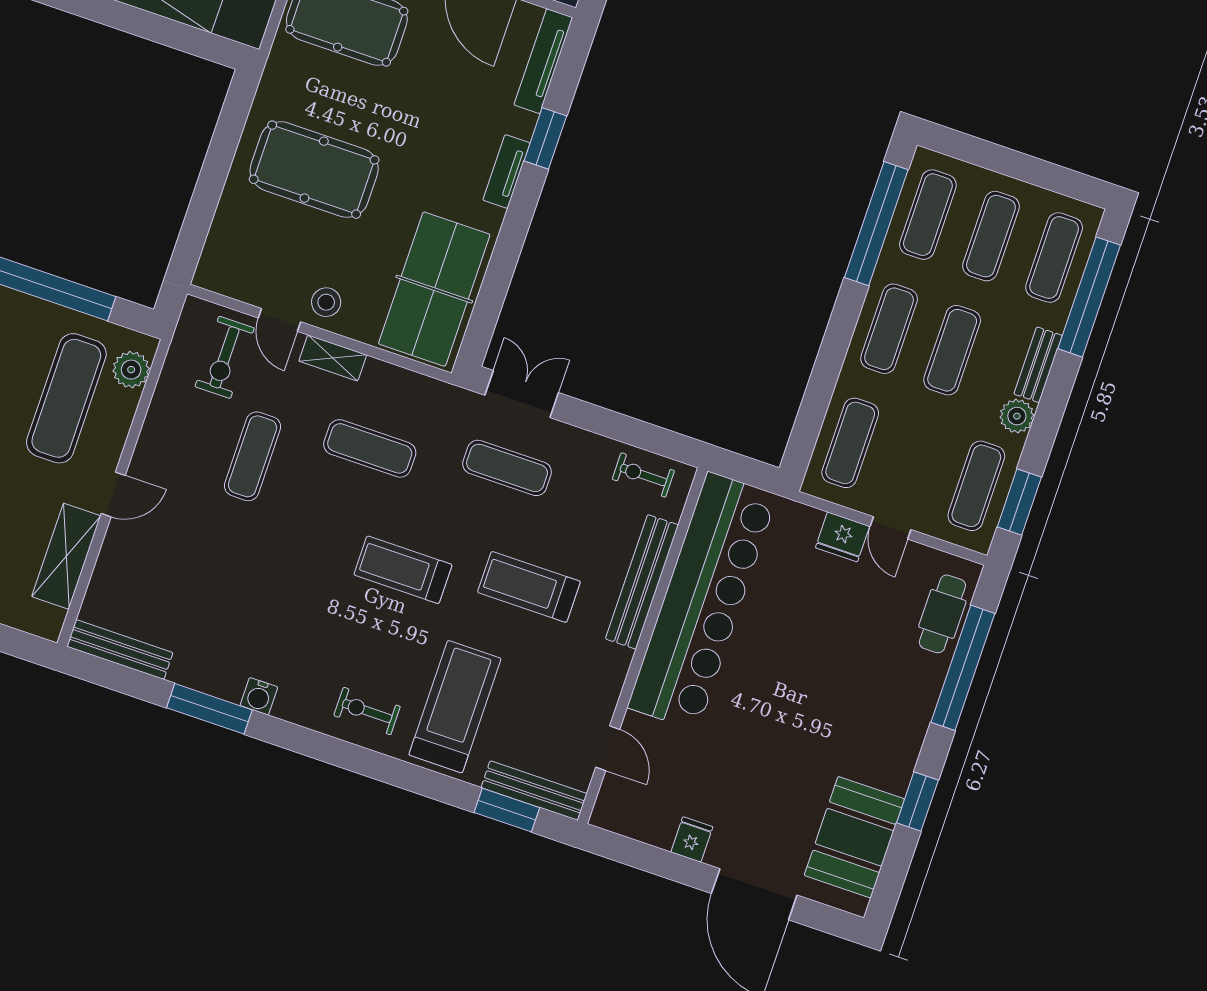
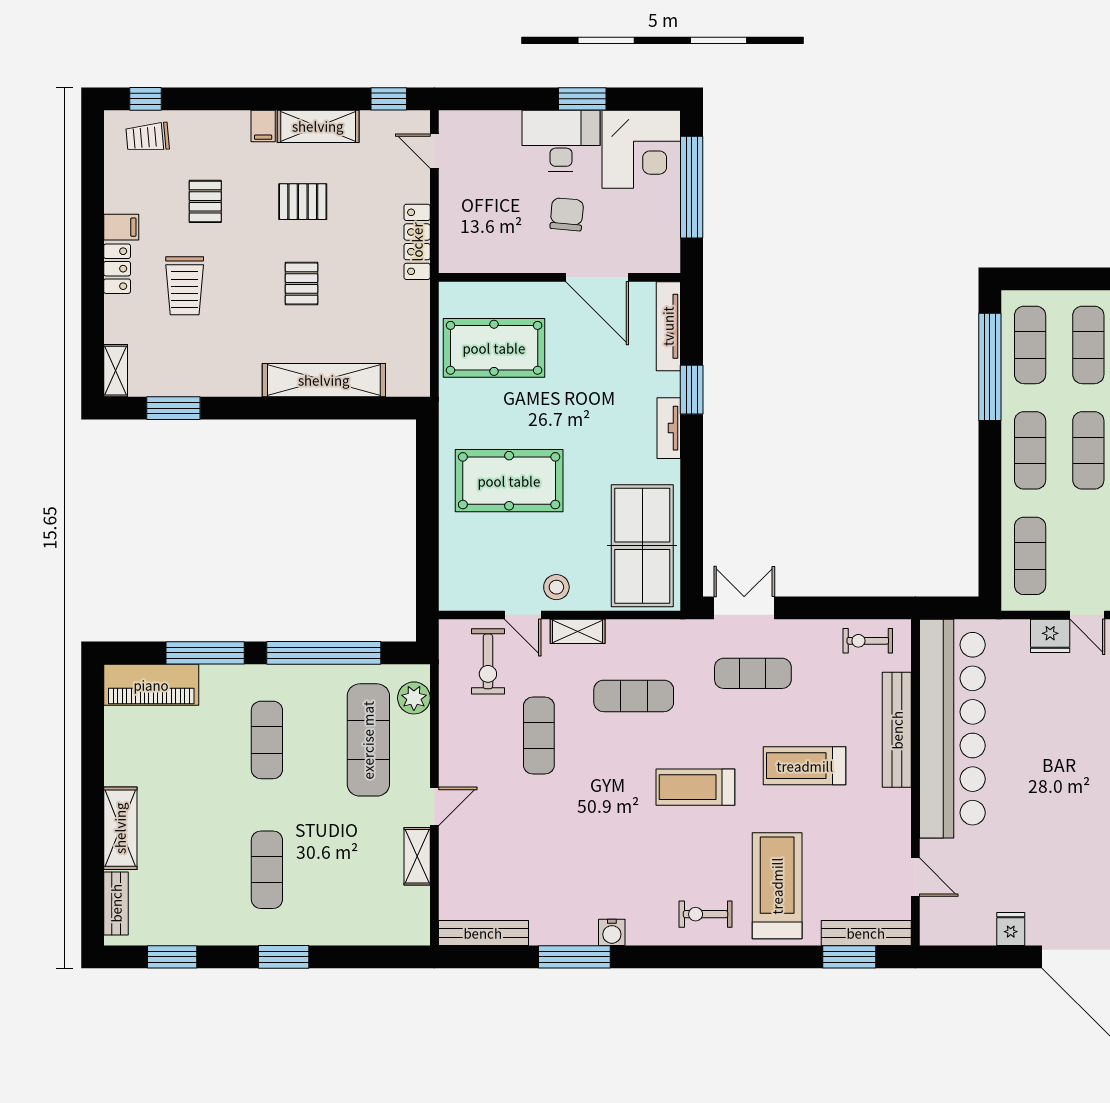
shelving: (66, 556) -> (417, 856), width x0.67, depth x0.75

